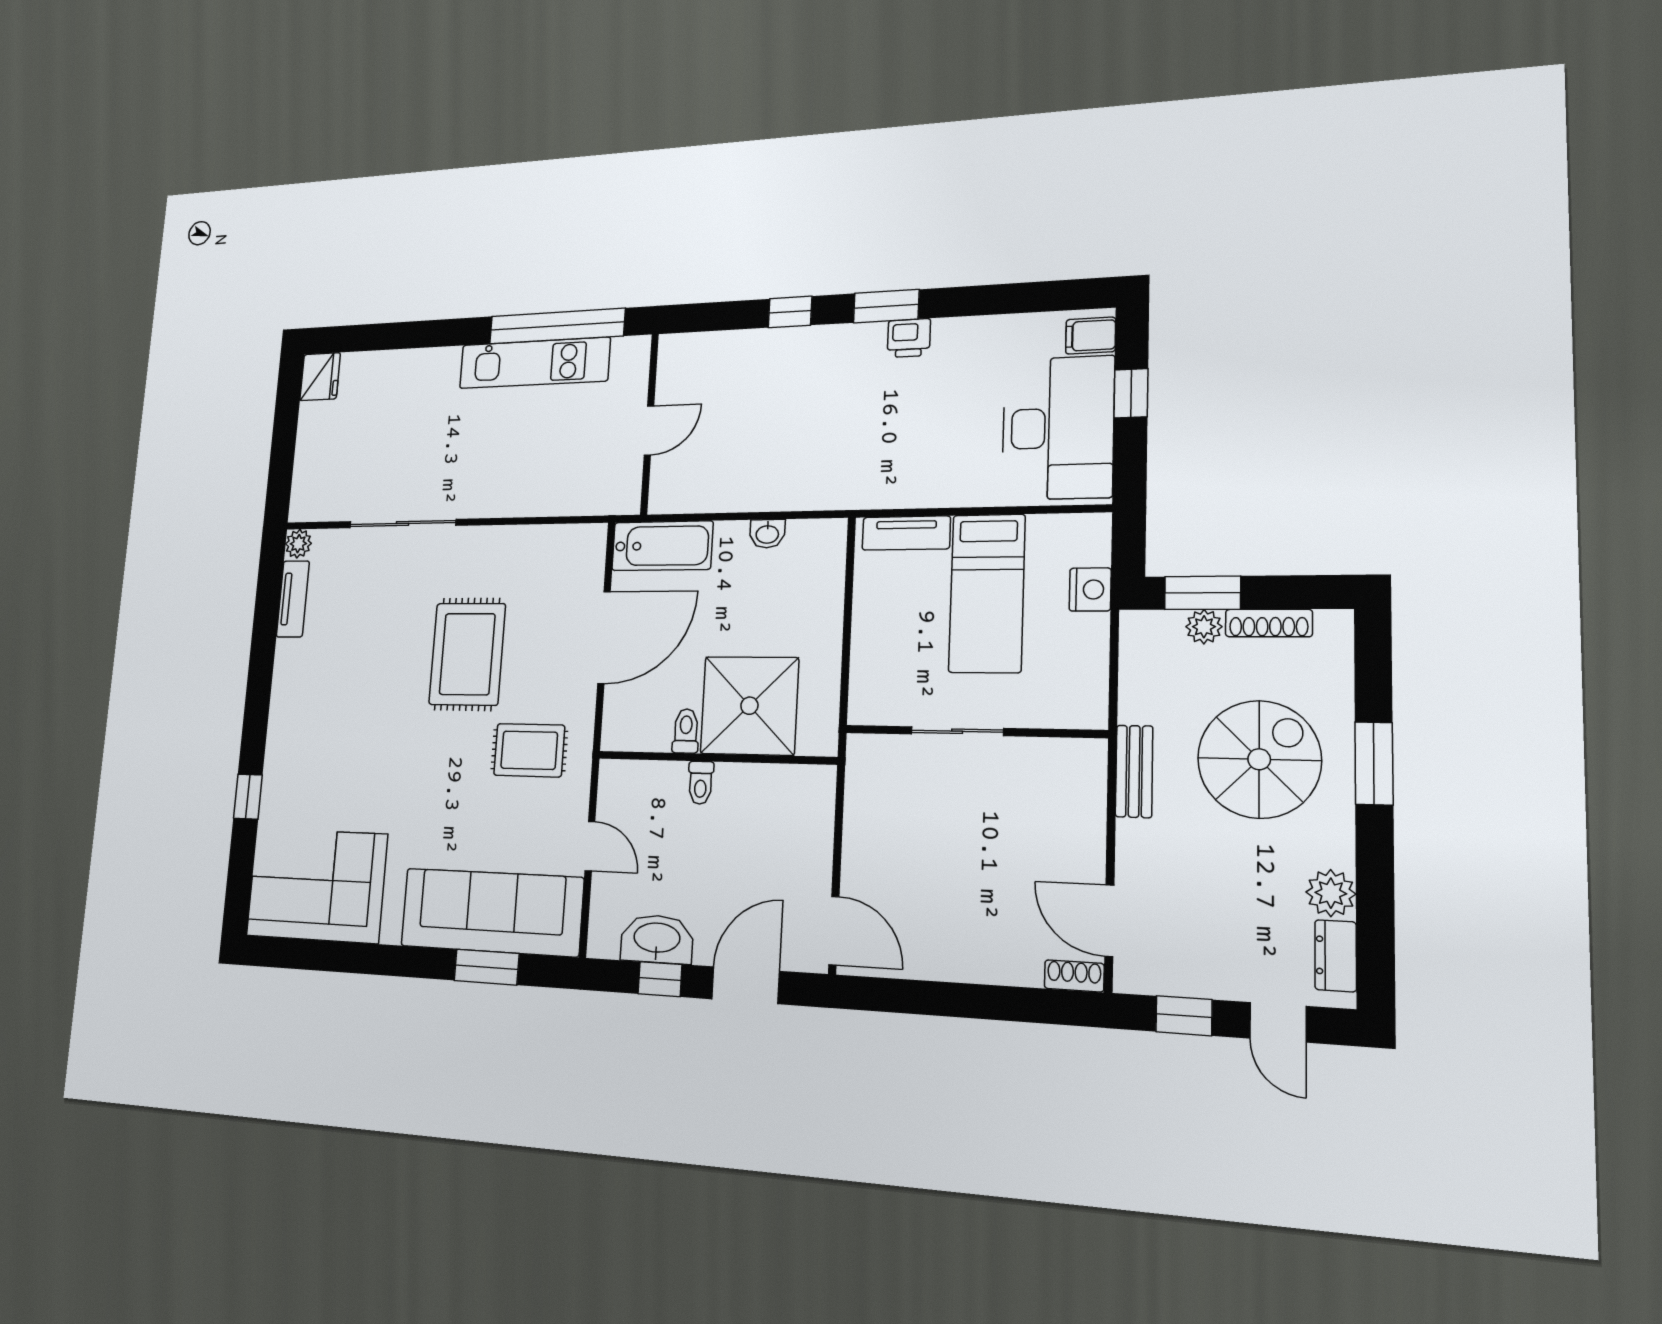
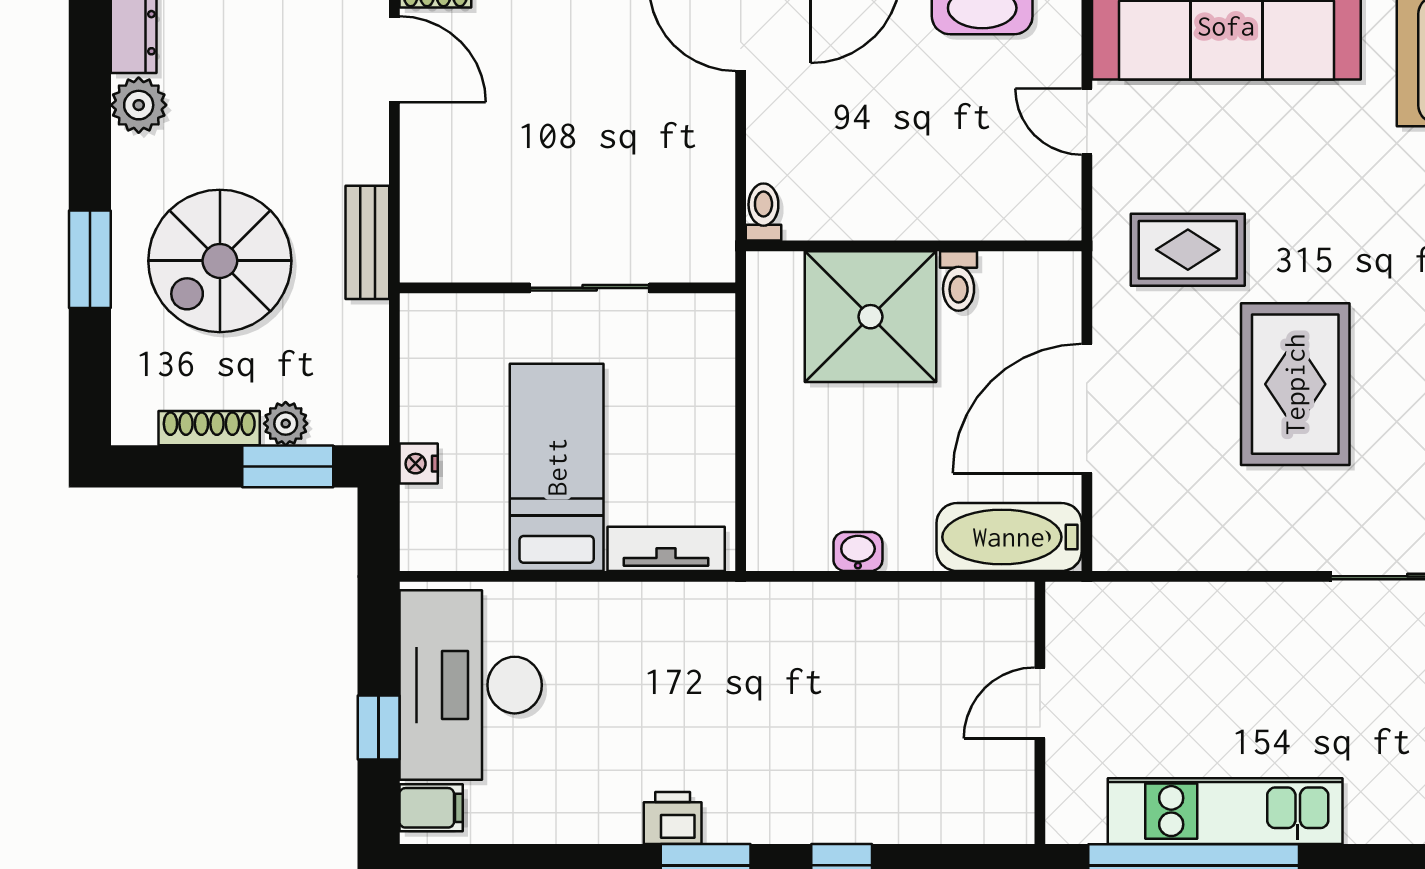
nightstand: (1090, 589) -> (419, 464), width x0.72, depth x0.74
toilet: (701, 783) -> (763, 212), moved

